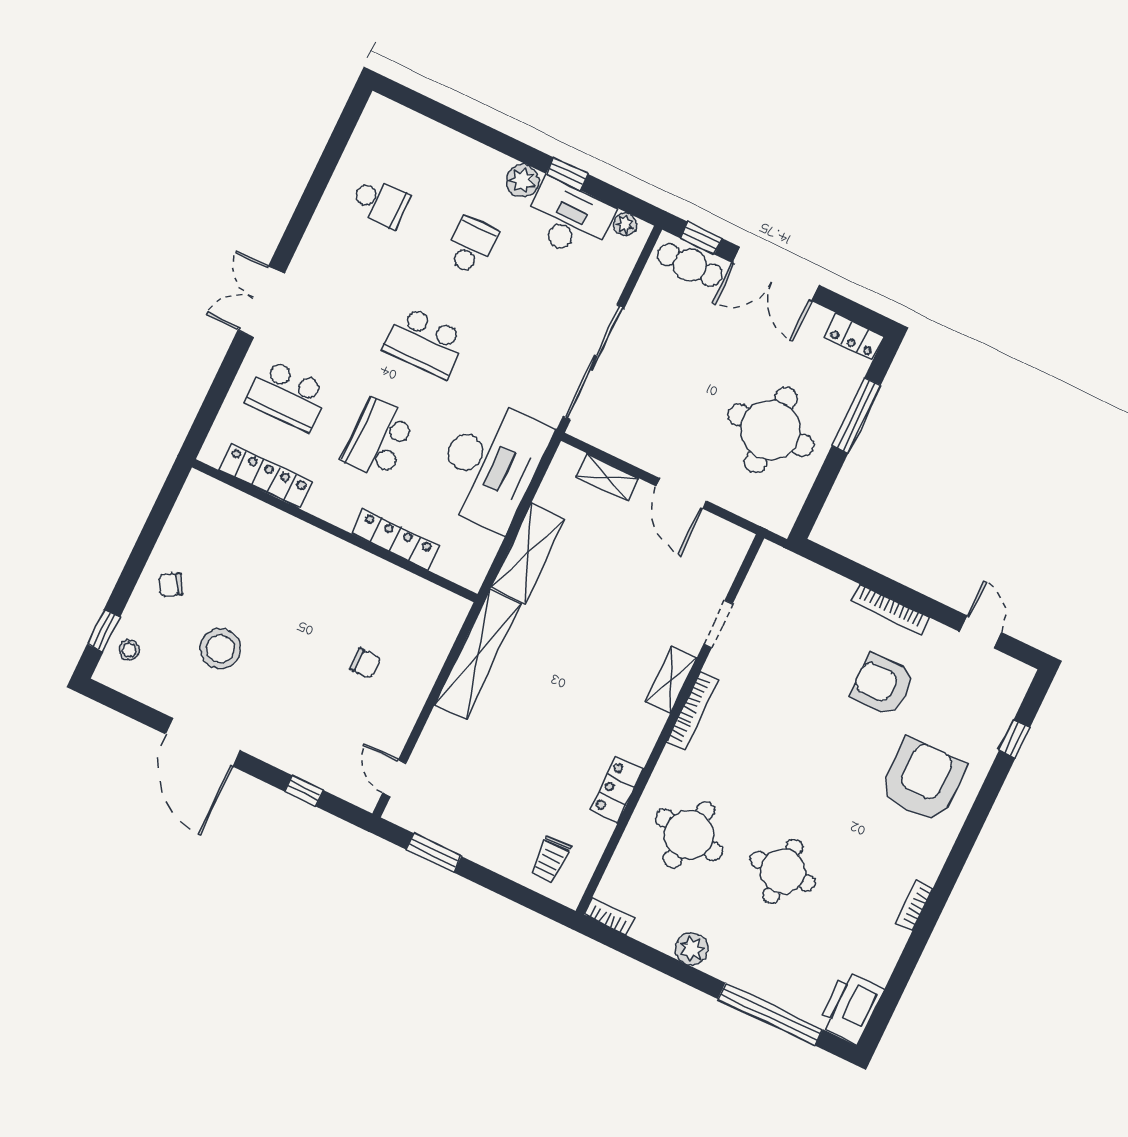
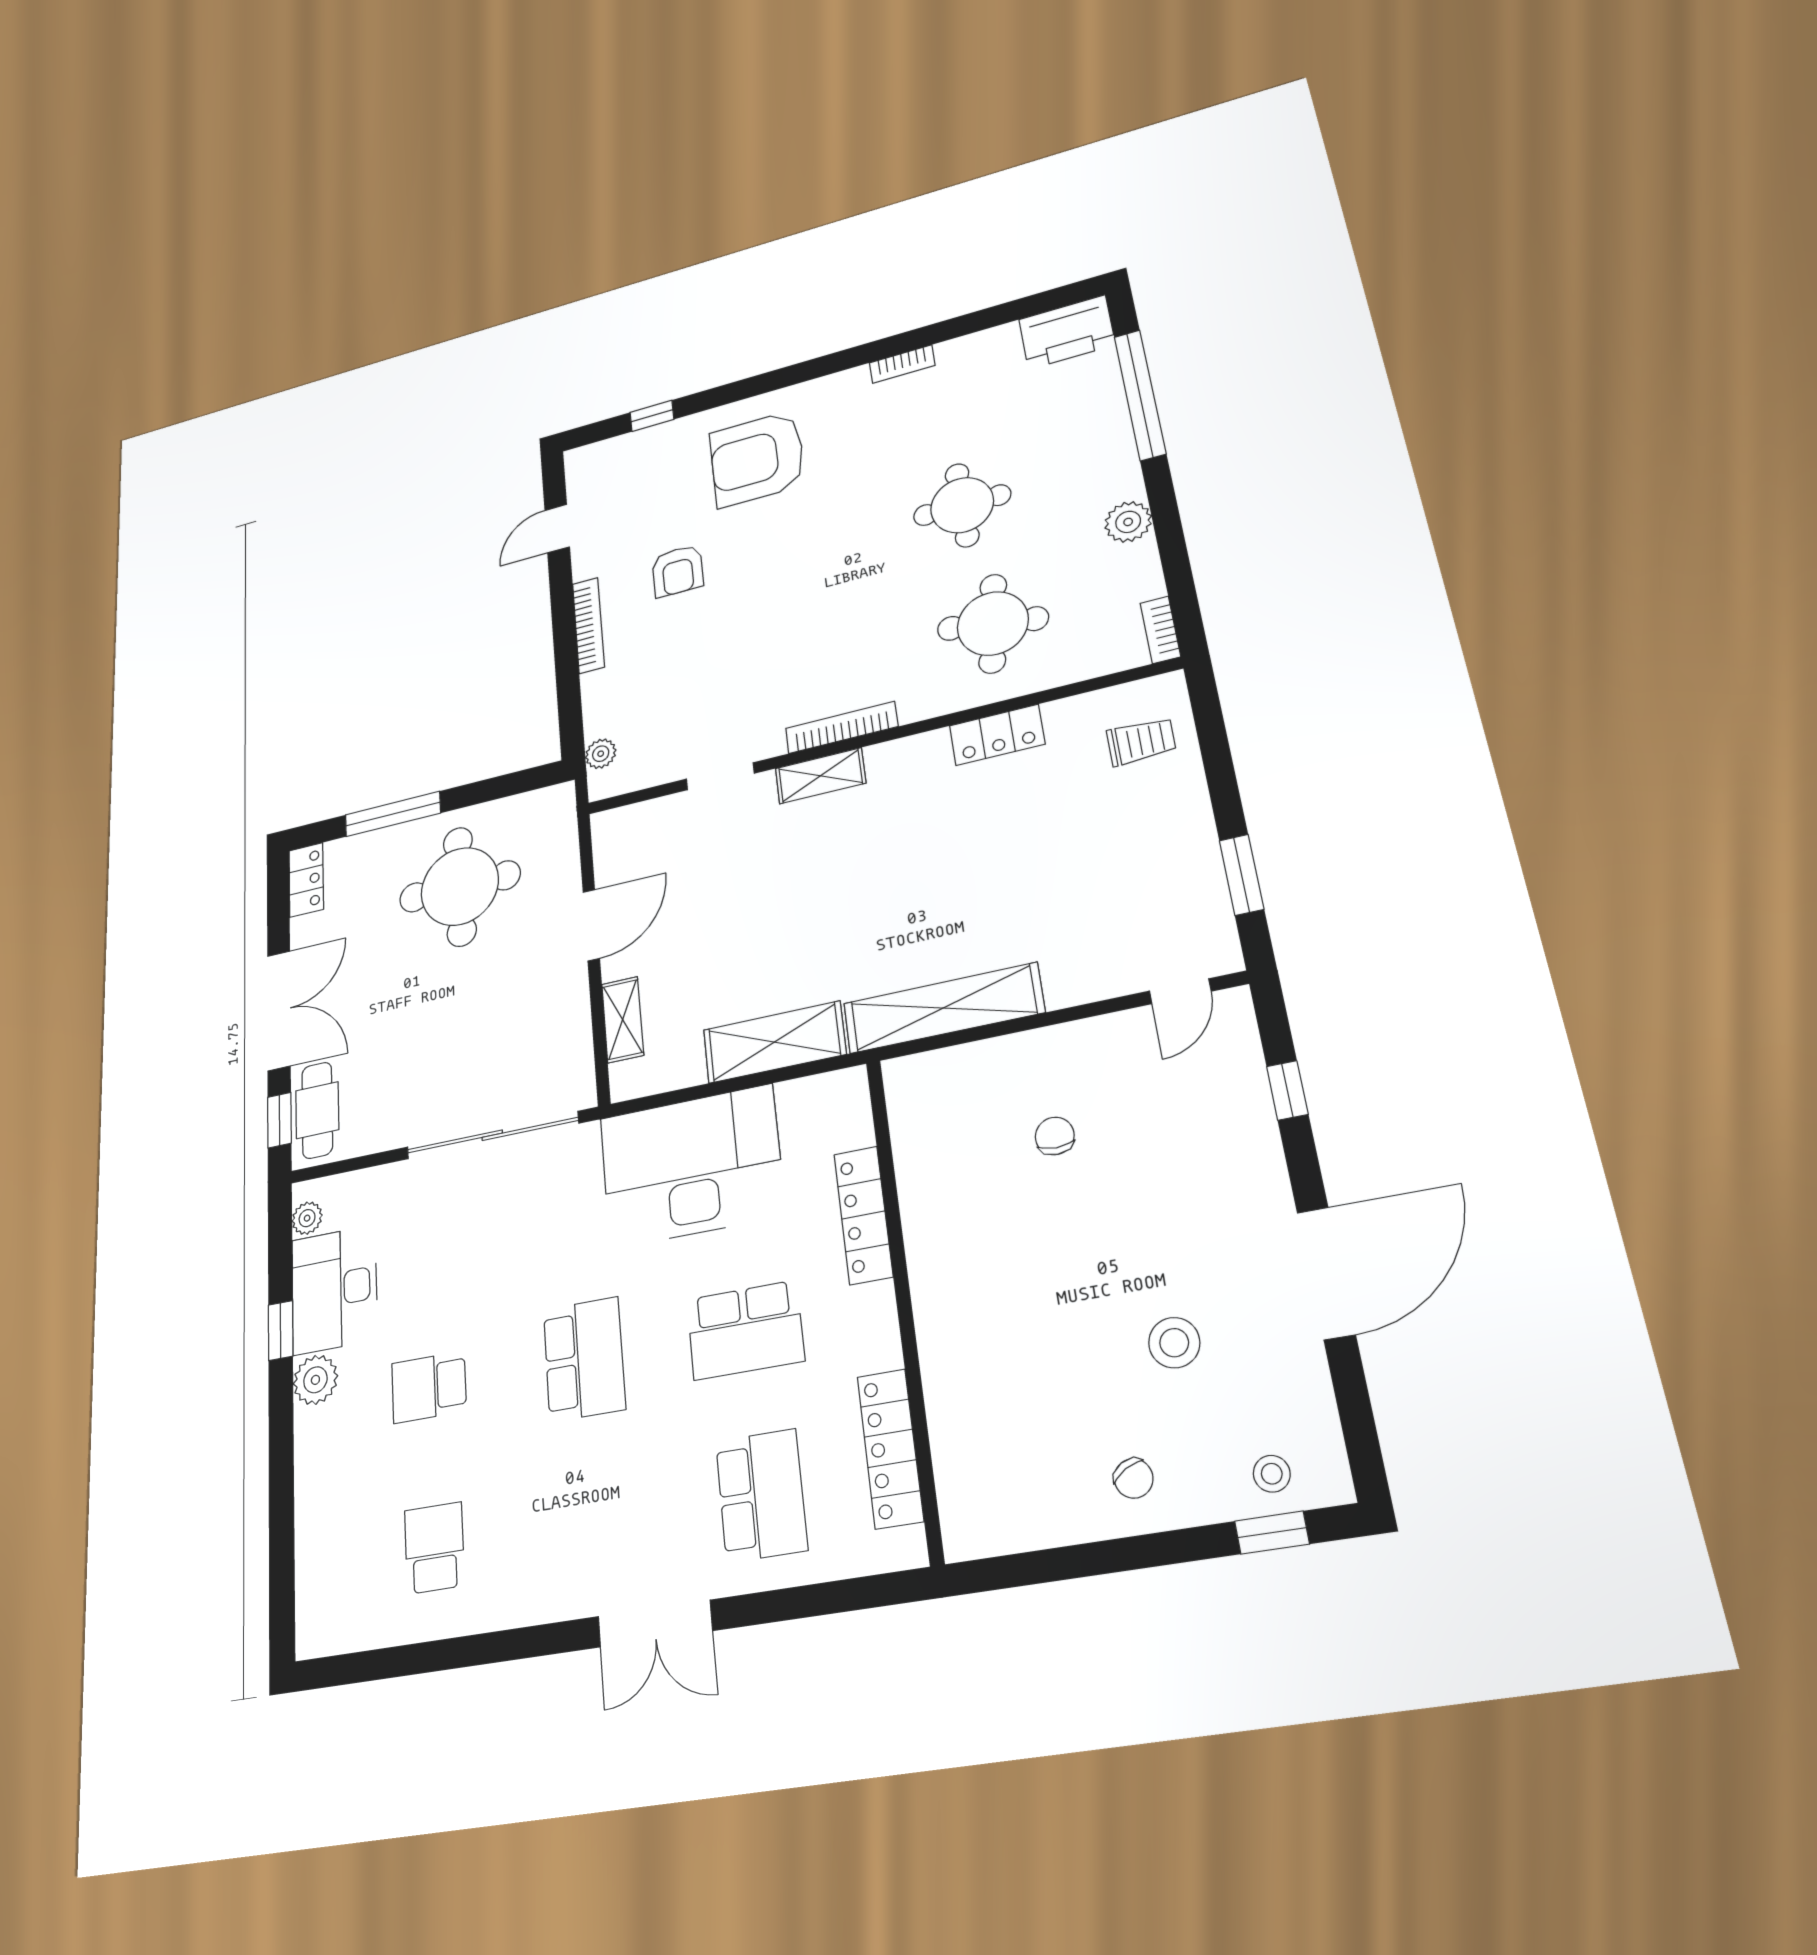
plant: (792, 565) -> (601, 754), added
stool: (220, 649) -> (1174, 1343), width x0.73, depth x0.73
armchair: (882, 685) -> (678, 571), width x0.72, depth x0.72

